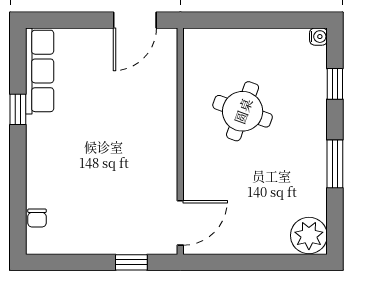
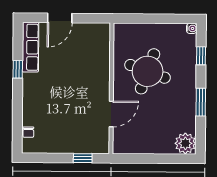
door: (135, 20) -> (60, 18), moved
round table: (243, 111) -> (148, 71), width x1.36, depth x1.36
door: (180, 223) -> (111, 114), moved

